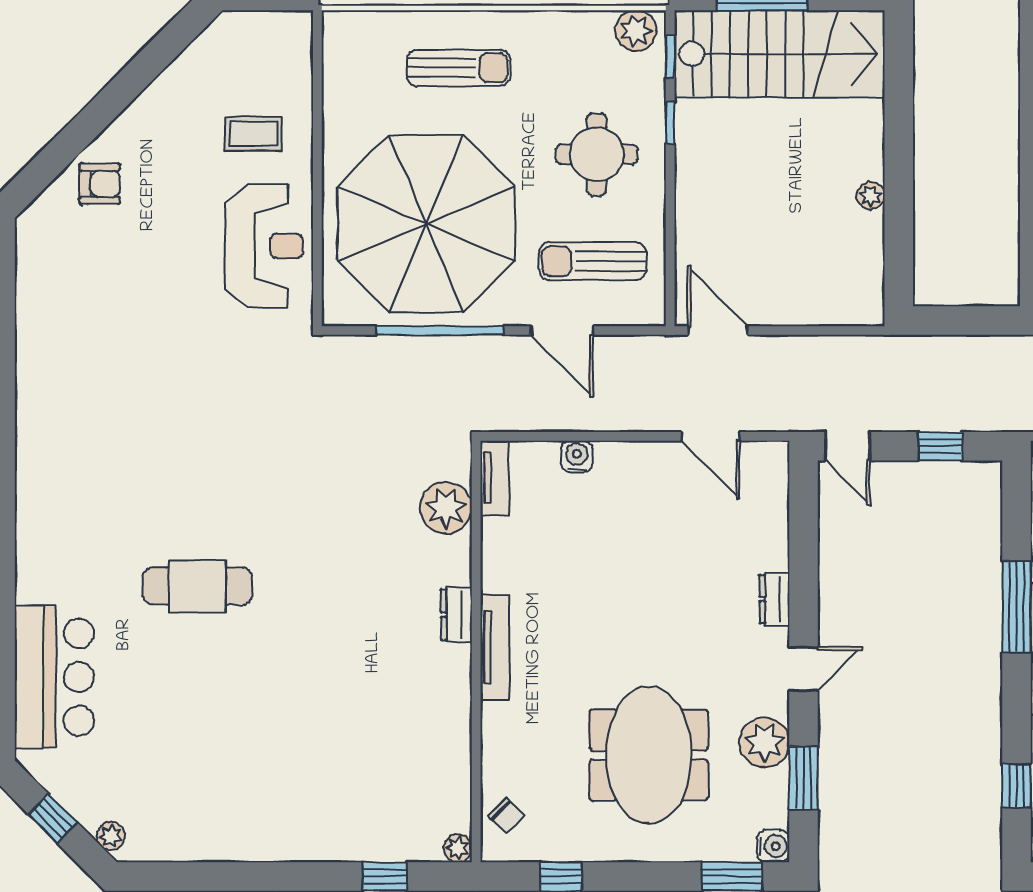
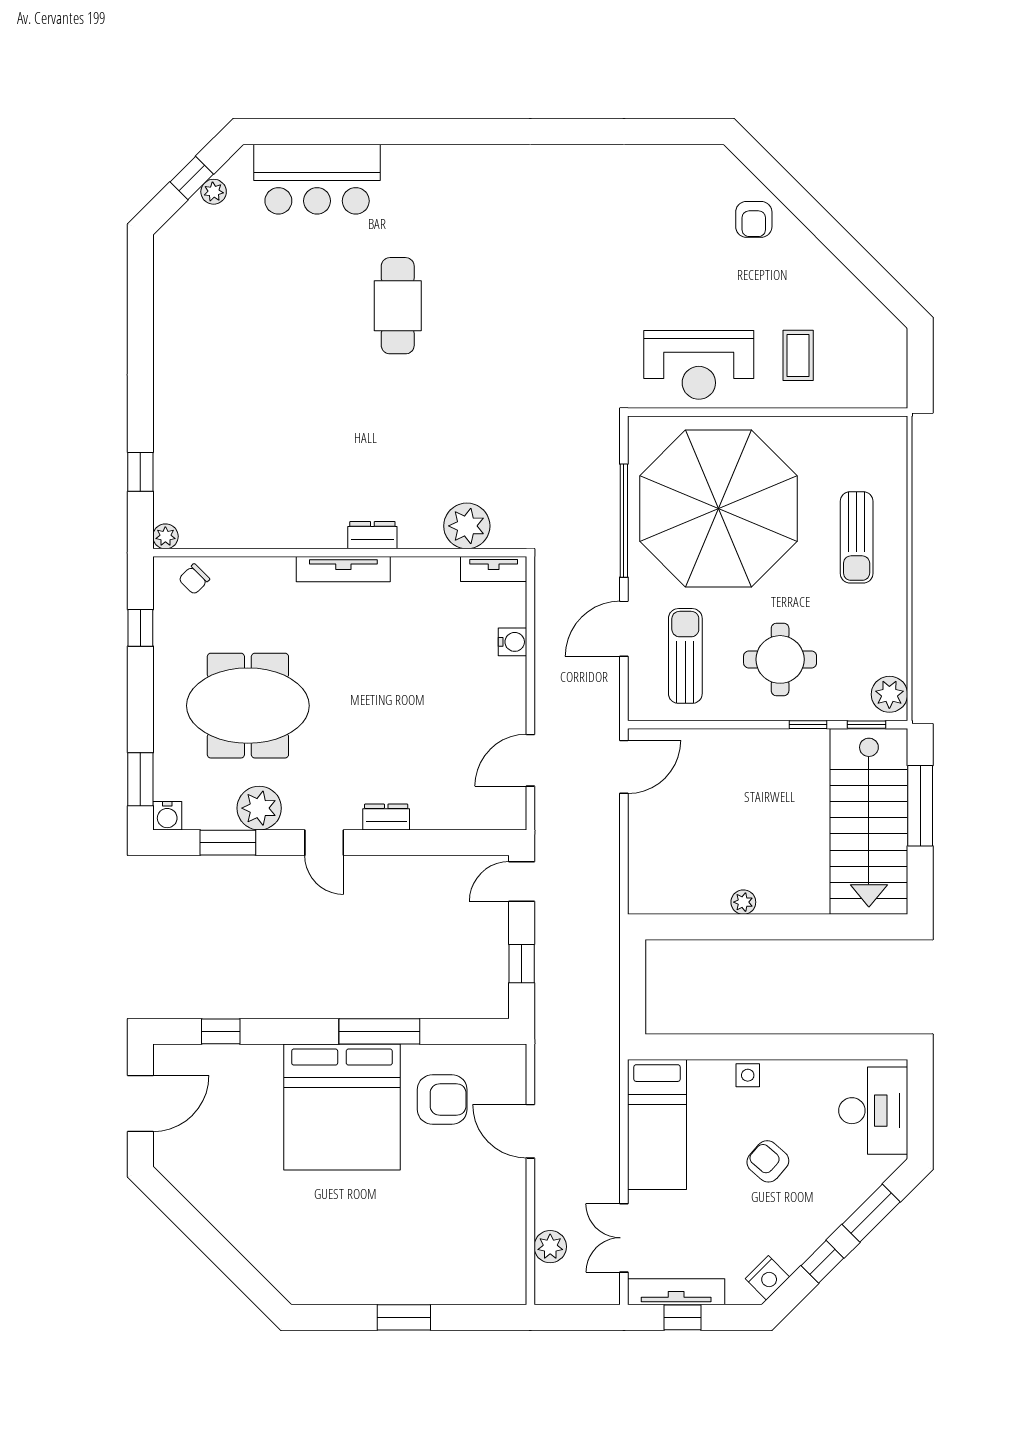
plant: (111, 836) -> (214, 192), moved

